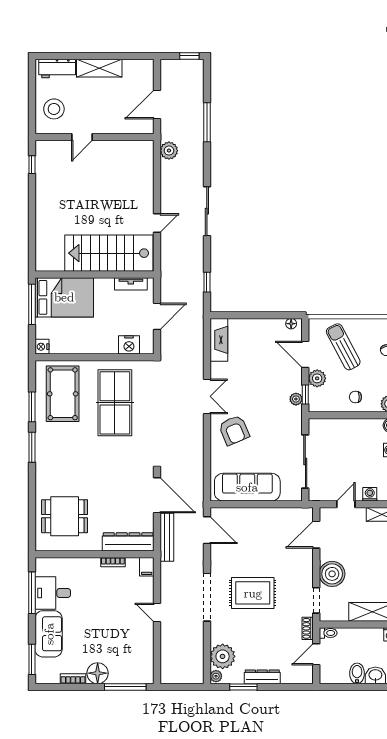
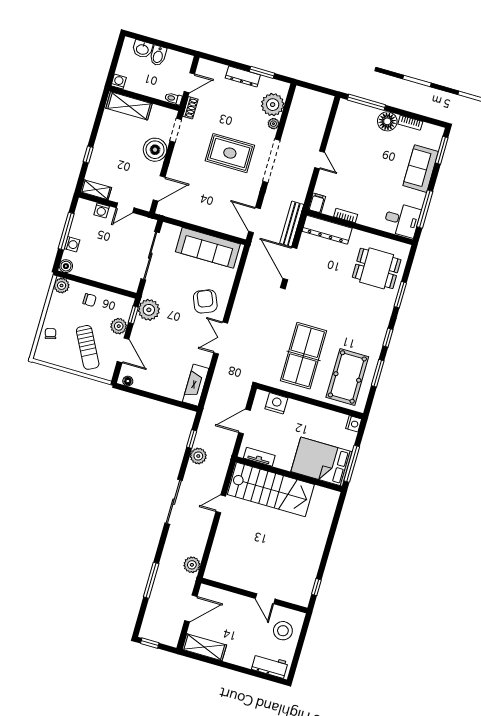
shelving: (99, 68) -> (204, 647), moved
door: (82, 137) -> (265, 599), swing flipped
plant: (195, 266) -> (198, 456), added
plant: (296, 399) -> (149, 310), width x1.87, depth x1.87
window: (32, 447) -> (388, 338), width x0.67
window: (32, 496) -> (400, 295), added
desk: (53, 593) -> (402, 220), moved
plant: (216, 676) -> (273, 124), moved

